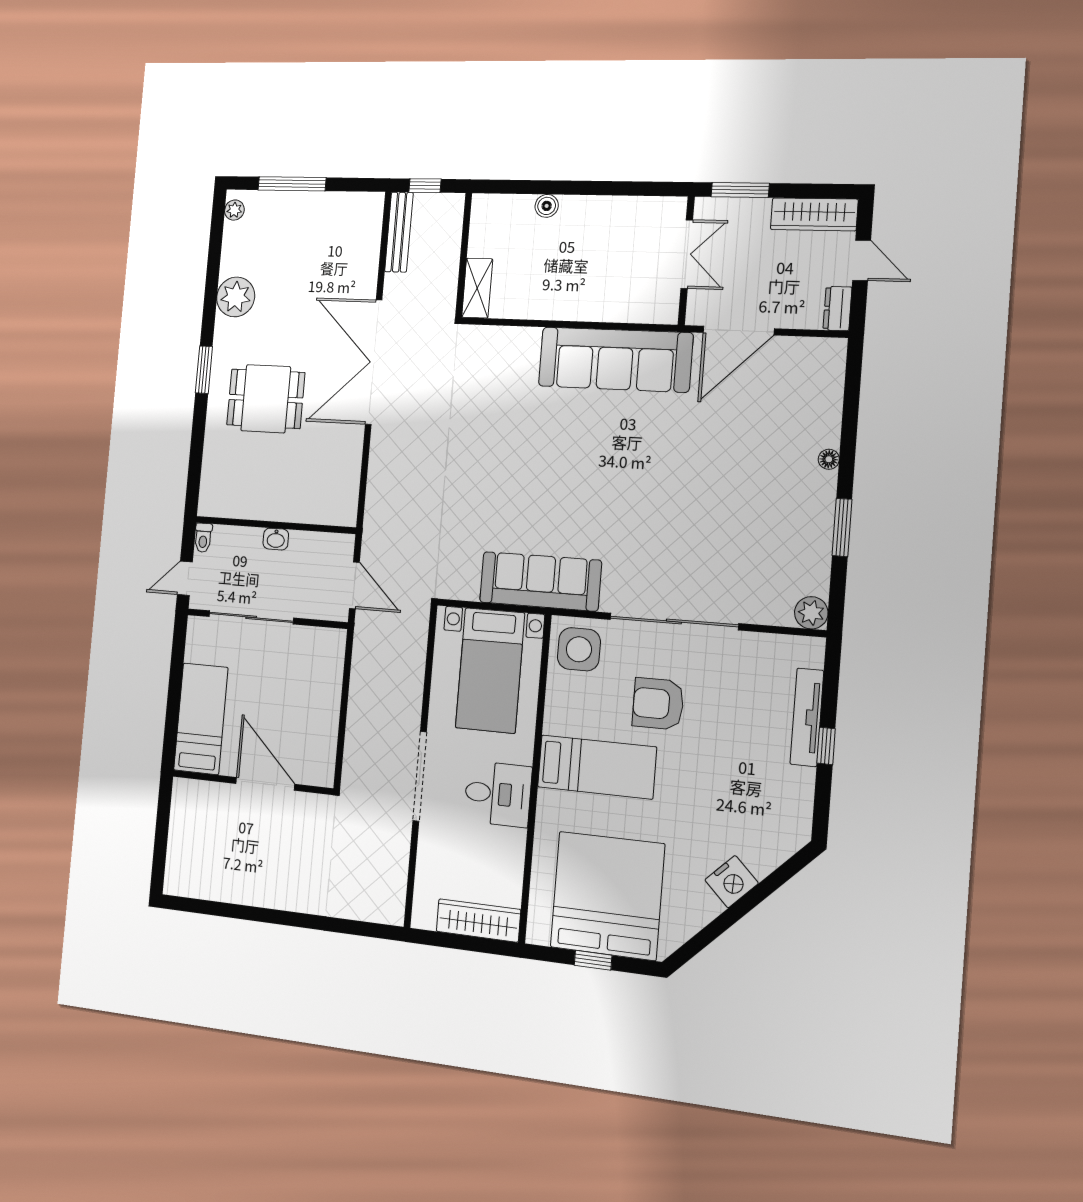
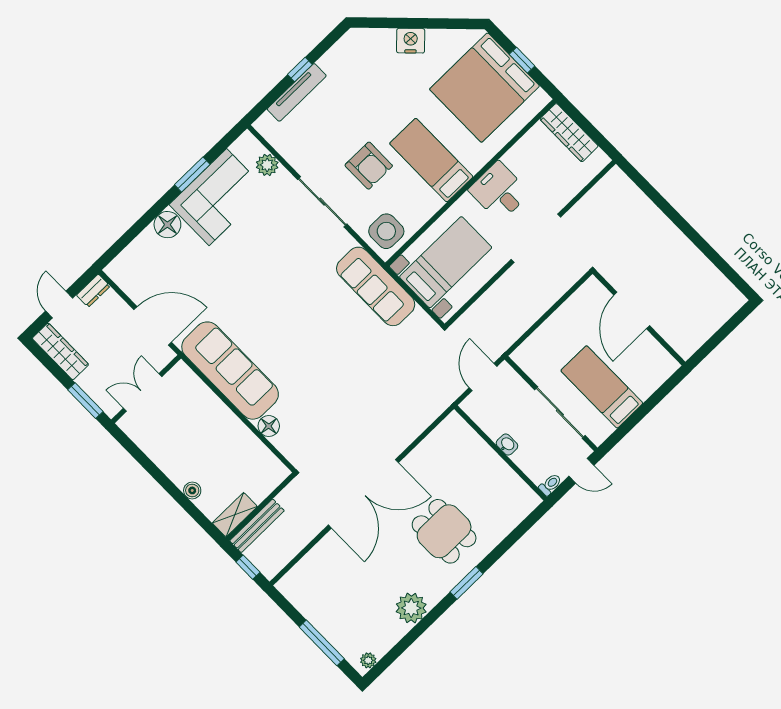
bench: (399, 232) -> (257, 526), moved
shelving: (477, 288) -> (235, 515), moved
floor lamp: (526, 341) -> (269, 426), added
floor lamp: (829, 459) -> (167, 225), width x1.89, depth x1.89
corner sofa: (792, 528) -> (218, 197), added
plant: (811, 613) -> (267, 165), moved
sliding door: (674, 621) -> (322, 202), width x0.73
bed: (201, 719) -> (602, 387), moved, turned 90

